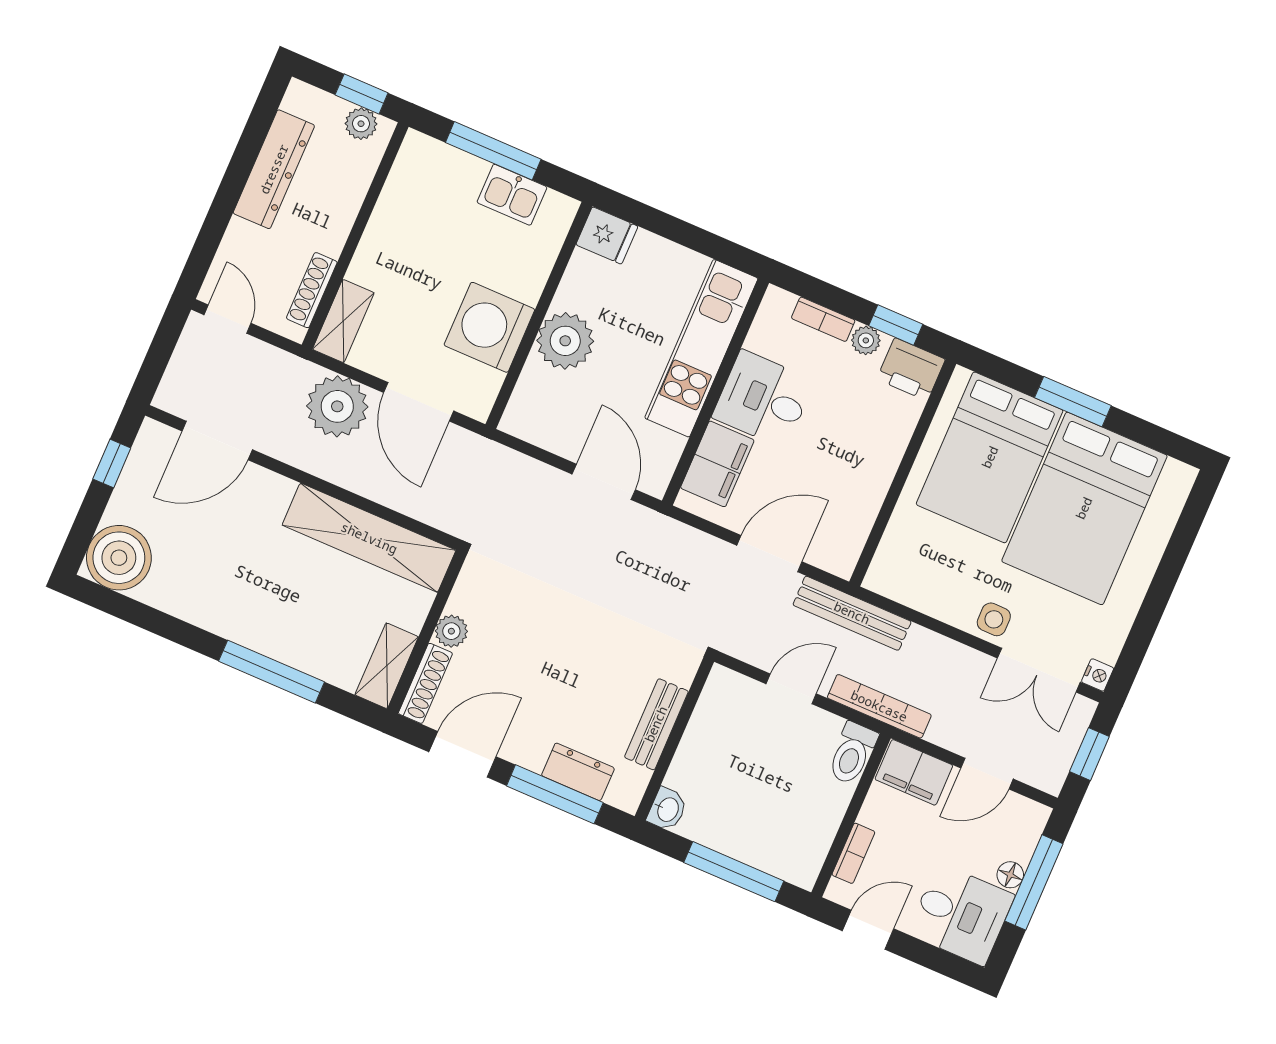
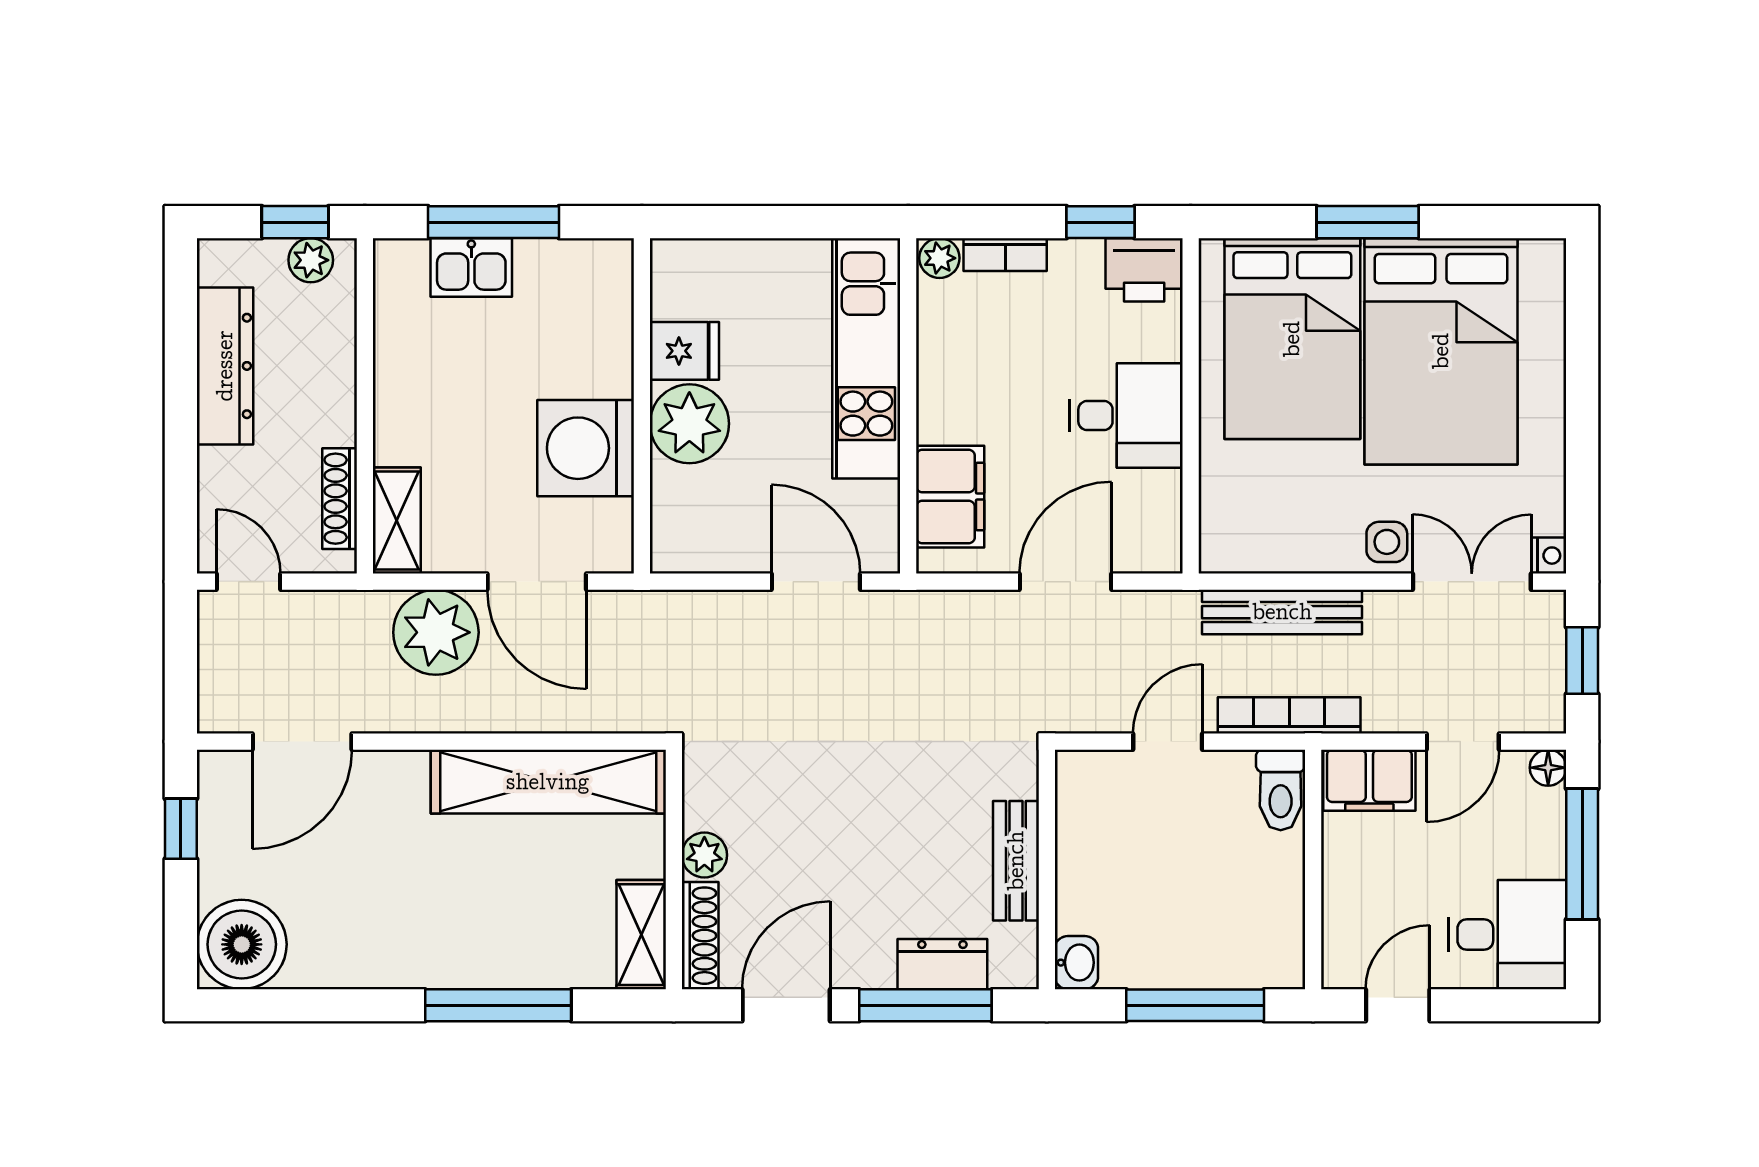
kitchen sink: (512, 195) -> (471, 267), moved
fridge: (607, 235) -> (684, 351), moved
plant: (866, 340) -> (939, 258), moved
desk: (763, 399) -> (1126, 416), moved, turned 180
bench: (852, 613) -> (1282, 612), moved
double door: (1039, 670) -> (1472, 582), swing flipped
bookcase: (853, 853) -> (1337, 916), removed
floor lamp: (1010, 875) -> (1548, 768), moved

